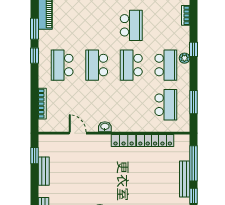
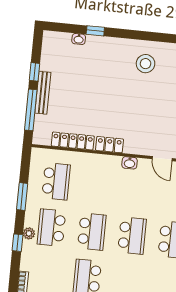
window: (193, 102) -> (22, 197), moved
school desk: (166, 105) -> (56, 181), turned 180

